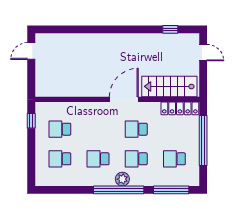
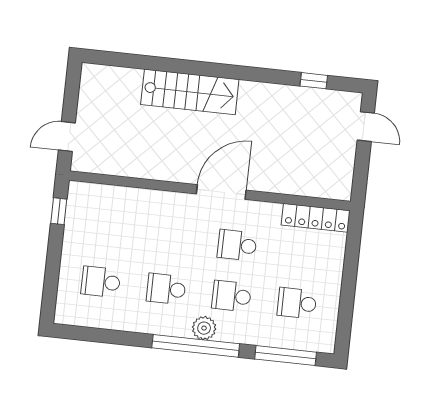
door: (31, 51) -> (67, 137), moved
stairs: (169, 86) -> (190, 92), moved, turned 180
school desk: (60, 129) -> (106, 231), removed
window: (203, 140) -> (349, 277), removed

